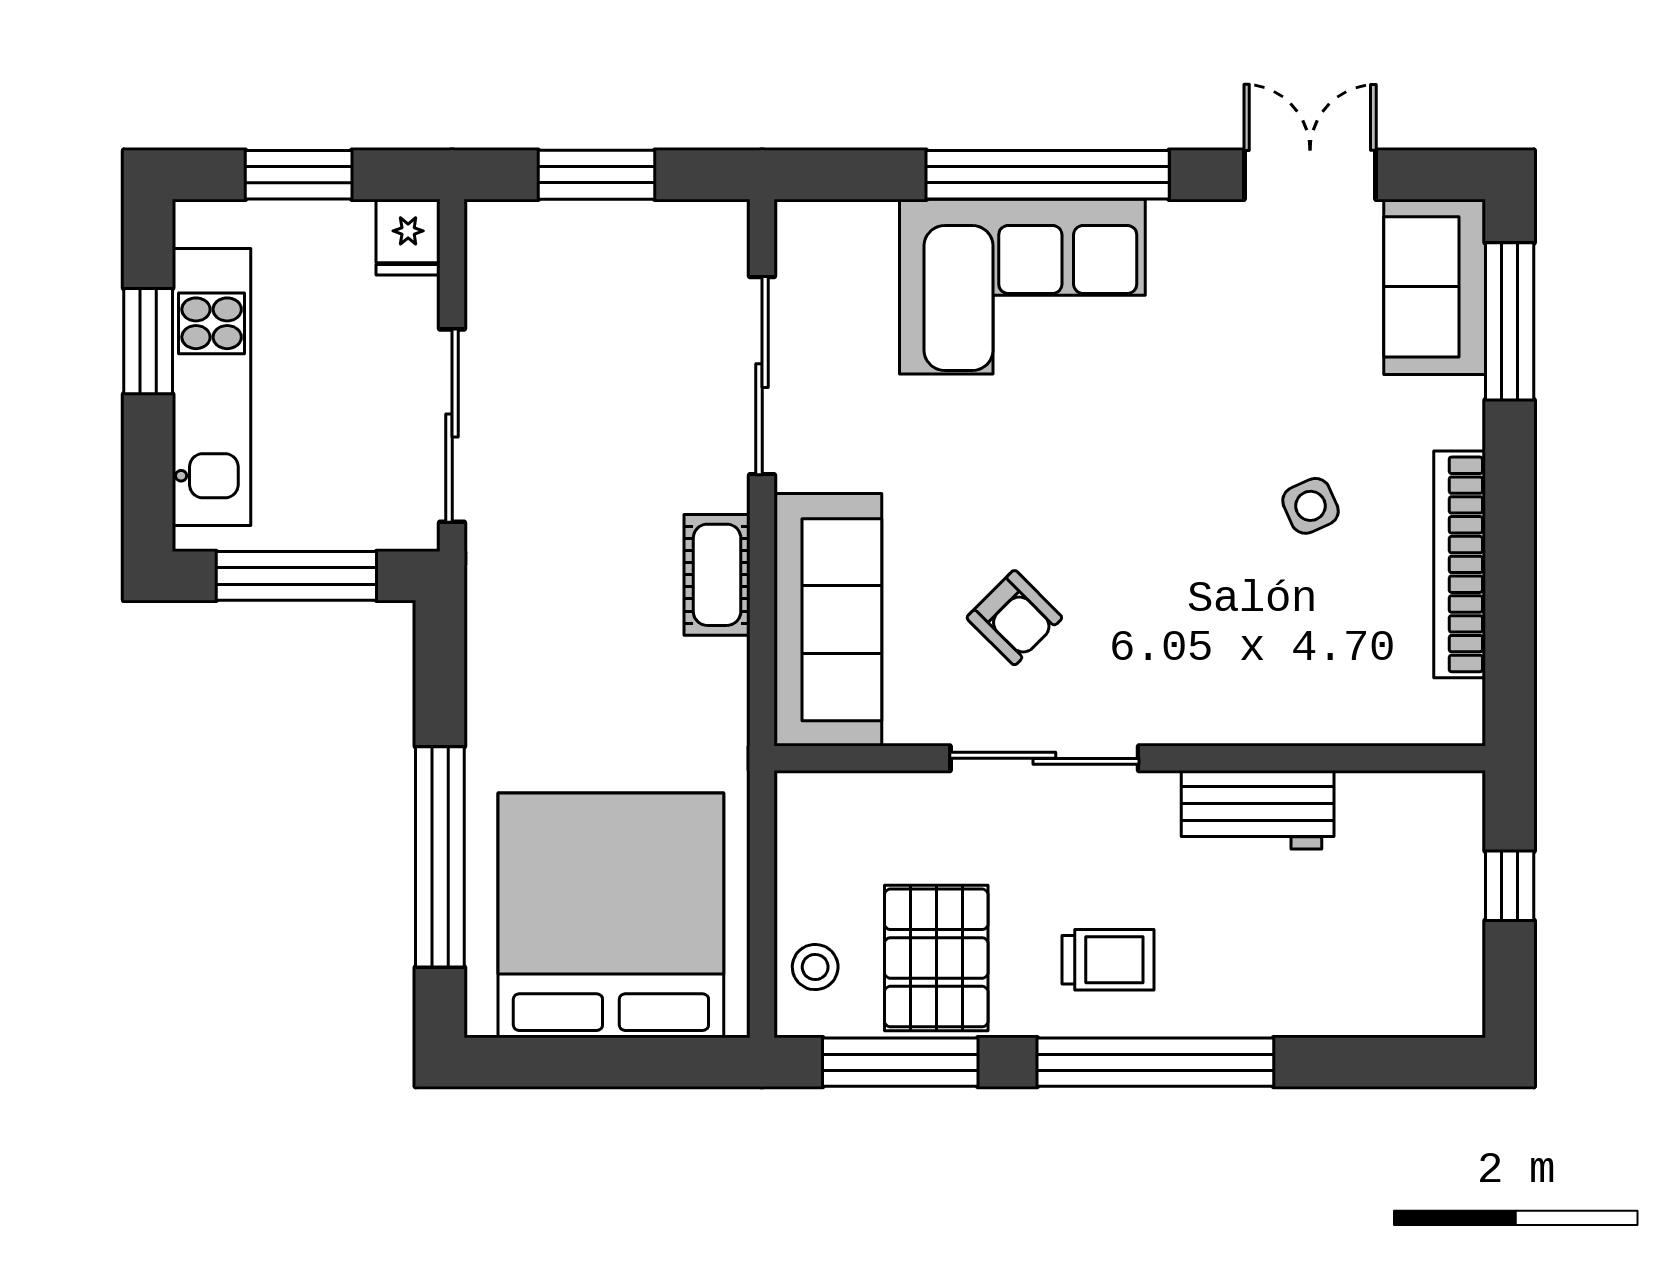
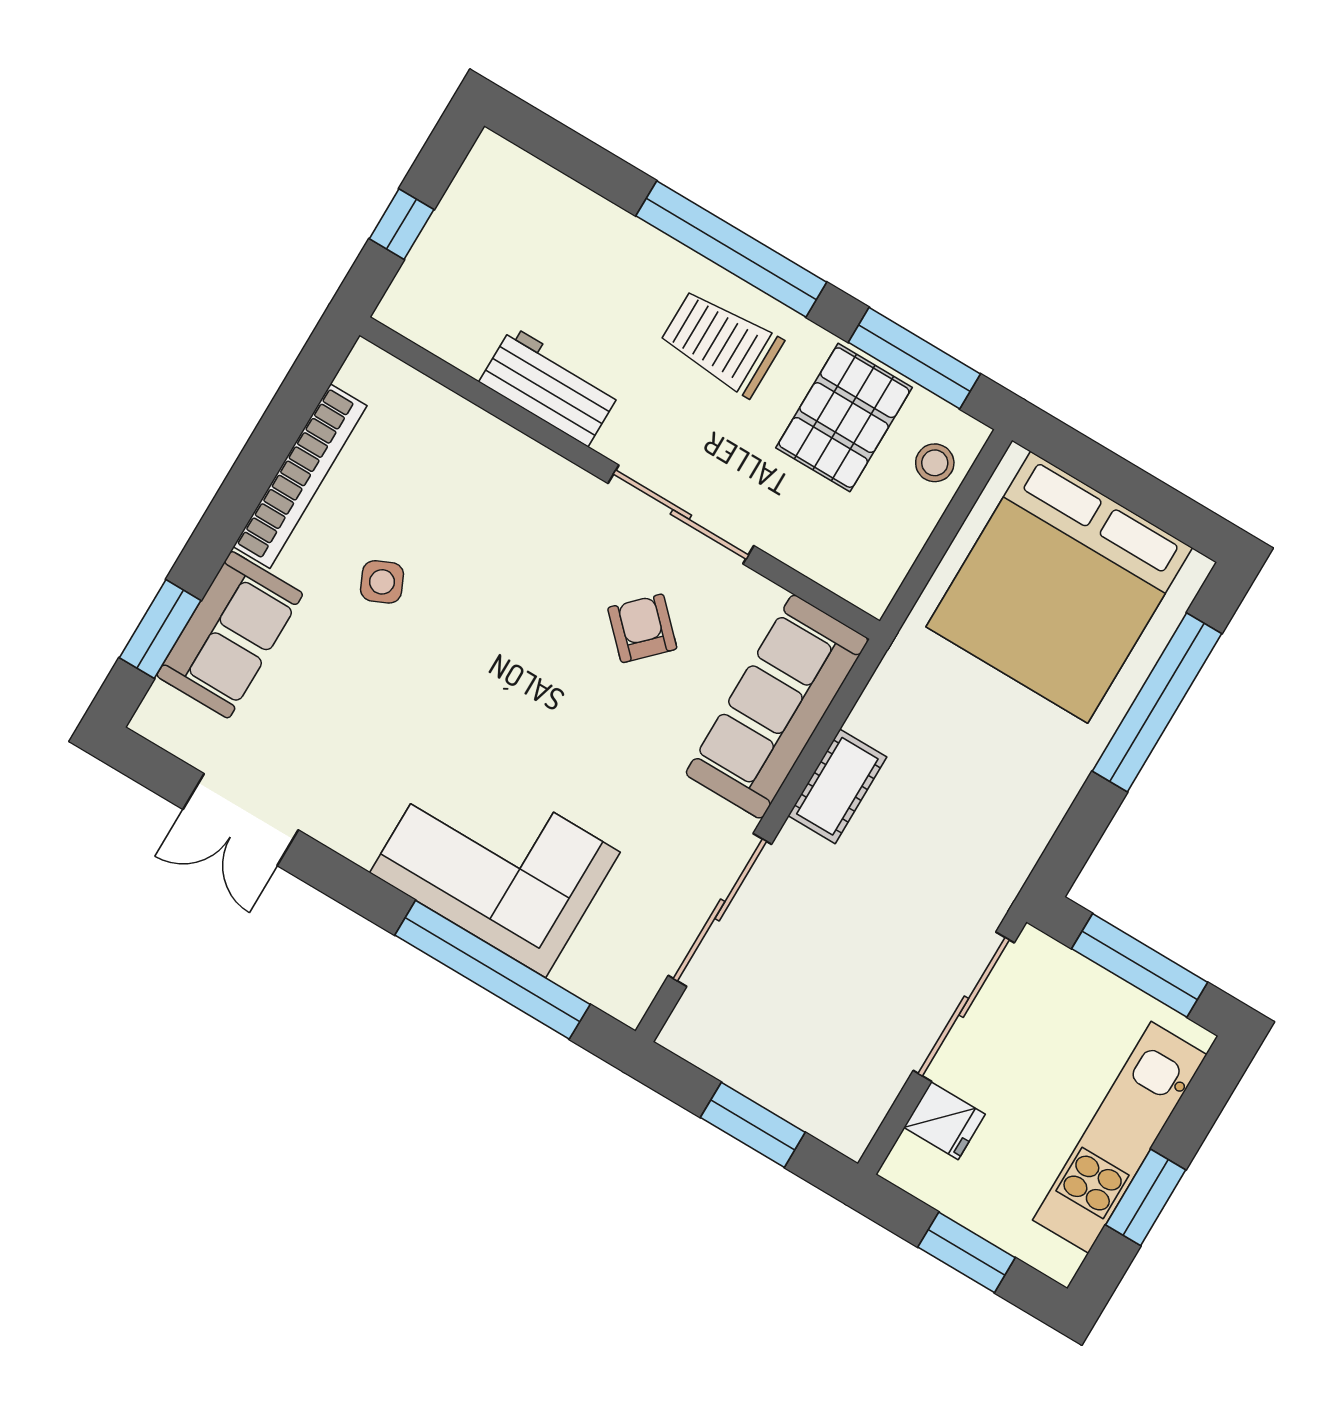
window: (1048, 175) -> (492, 970), moved
fridge: (408, 237) -> (945, 1121), moved, turned 90
sofa: (1435, 287) -> (230, 635), moved
window: (1510, 321) -> (160, 629), width x0.69
trolley: (1108, 960) -> (722, 343), width x1.36, depth x1.39

